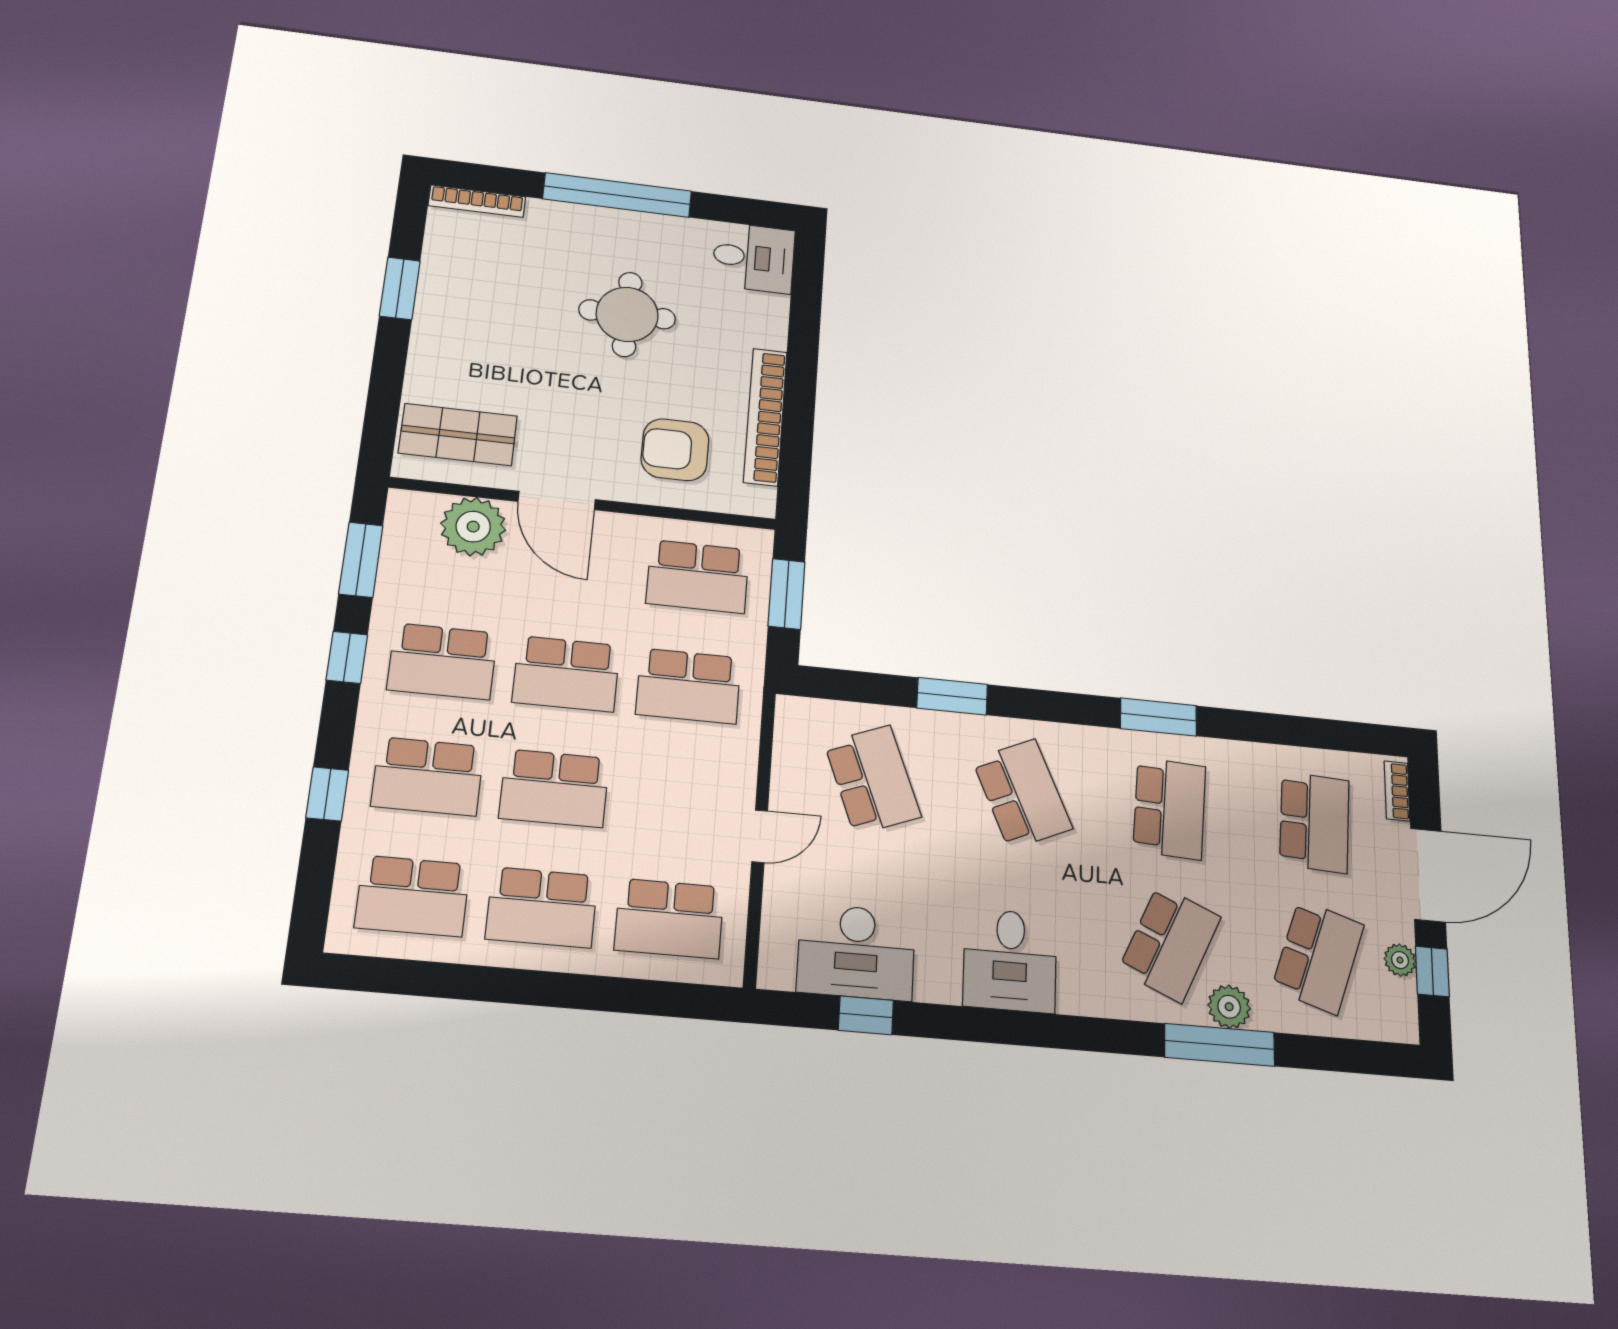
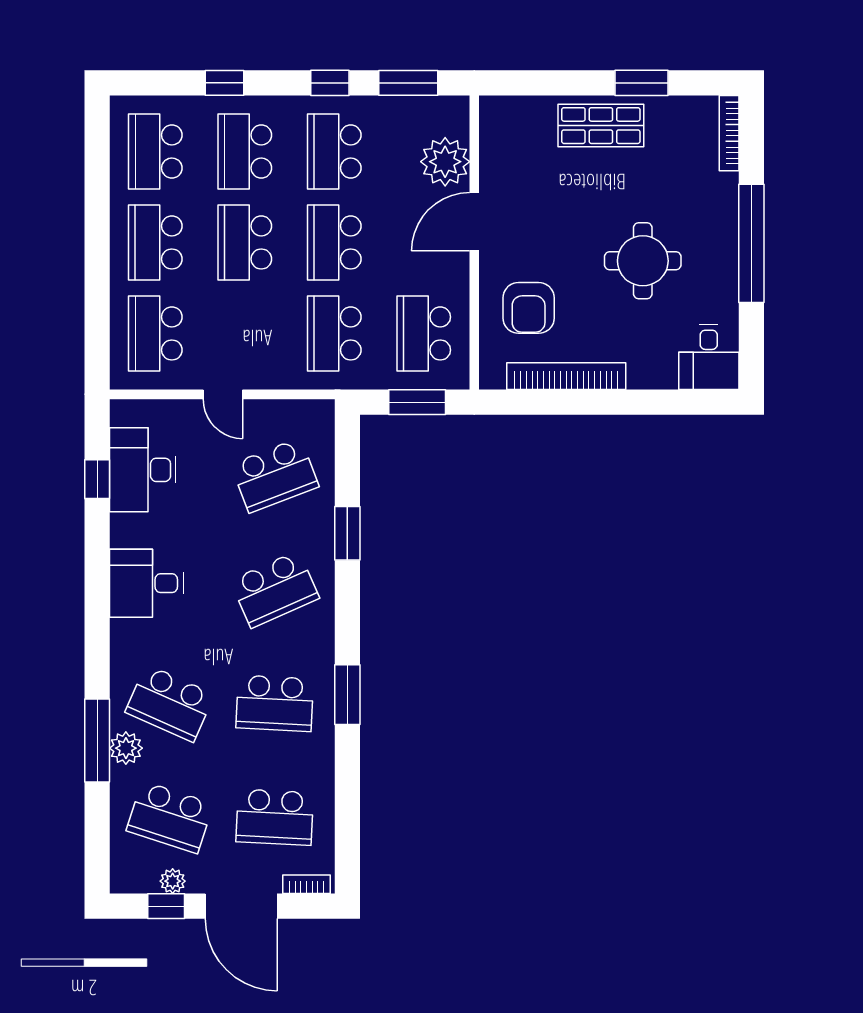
shop shelf: (458, 435) -> (601, 126), moved, turned 90
armchair: (675, 450) -> (529, 308), turned 180

